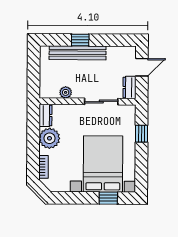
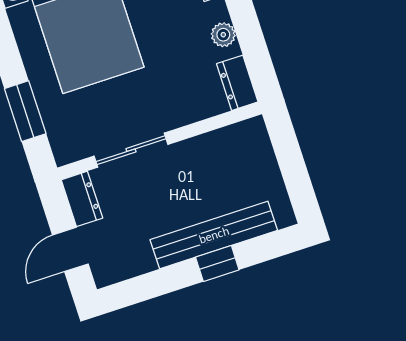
plant: (66, 92) -> (211, 144), removed
window: (141, 134) -> (25, 111), width x1.50
plant: (49, 138) -> (223, 35), width x0.53, depth x0.53

